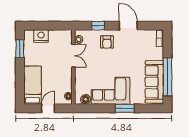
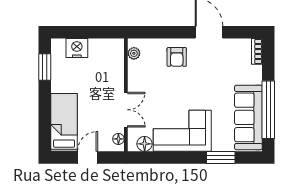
window: (98, 26) -> (163, 32), removed
double door: (73, 56) -> (126, 110), moved
window: (125, 108) -> (221, 158), moved

